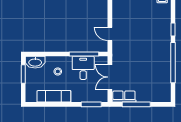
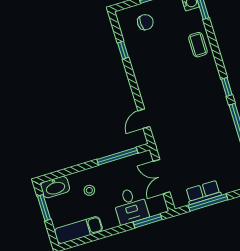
door: (110, 34) -> (144, 119), hinge flipped
desk: (83, 68) -> (131, 206), moved, turned 180
exam couch: (54, 96) -> (78, 230), moved
row of seats: (124, 97) -> (203, 192), moved

